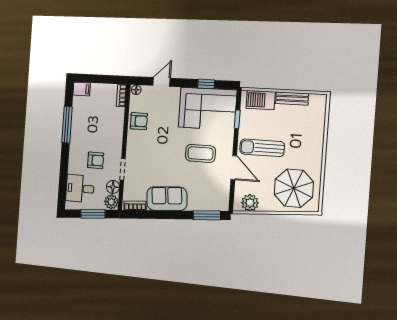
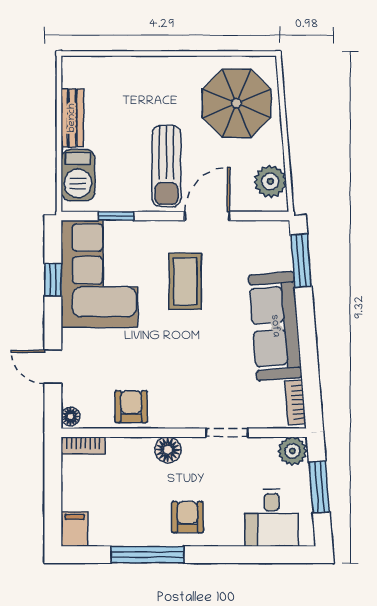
armchair: (96, 160) -> (187, 517), moved
floor lamp: (113, 187) -> (168, 450), moved
sofa: (167, 199) -> (275, 326), width x1.36

